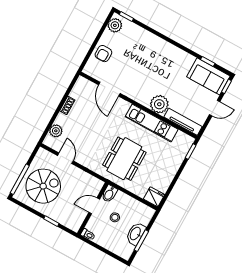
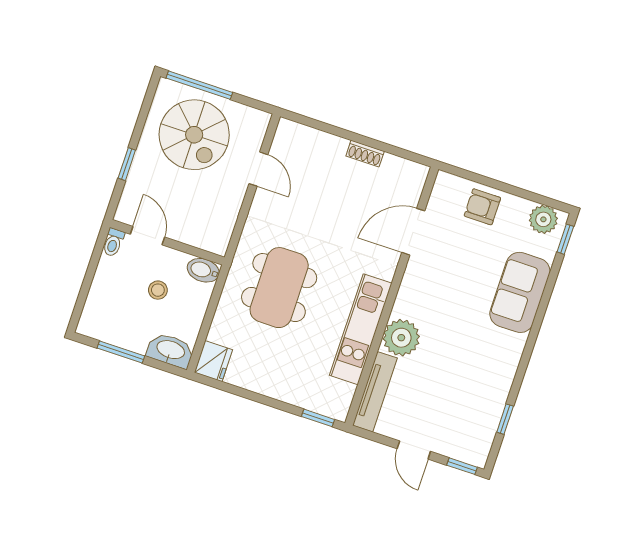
sofa: (208, 76) -> (520, 292), moved
plant: (56, 131) -> (310, 140), removed
door: (65, 158) -> (258, 169), hinge flipped
dining table: (124, 159) -> (279, 288), turned 90
door: (94, 206) -> (148, 236), moved
washbasin: (136, 234) -> (170, 350), moved

